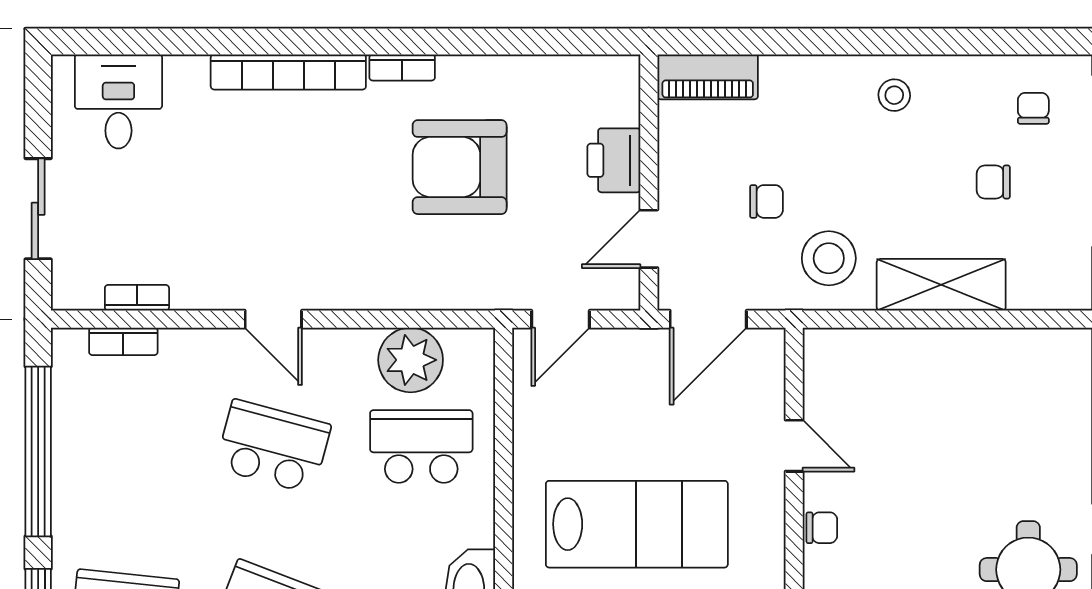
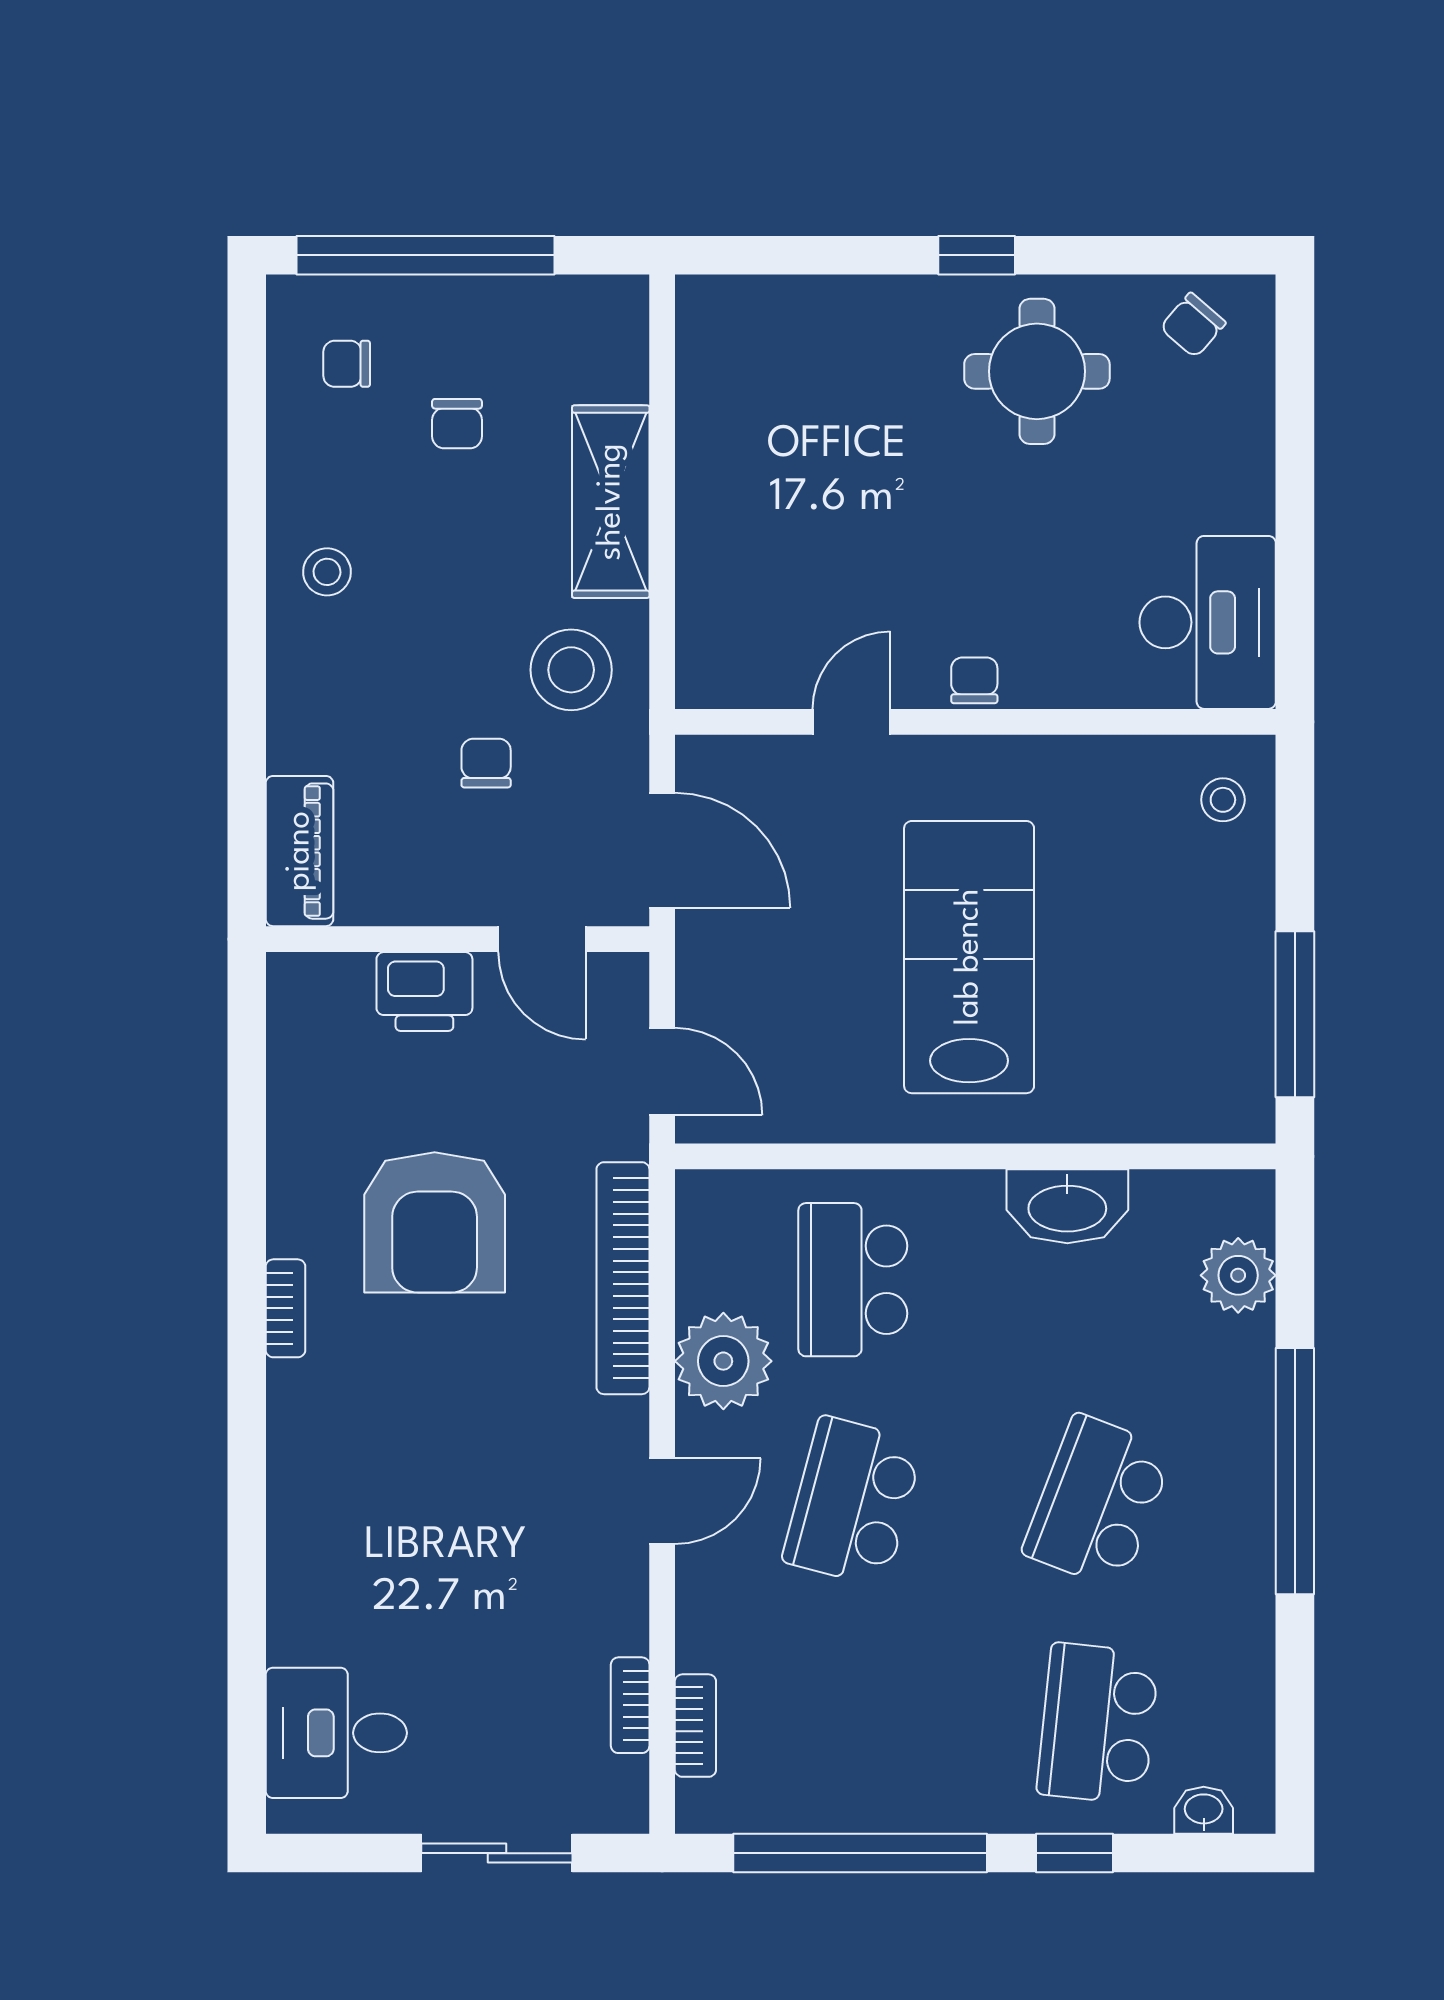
bookcase: (288, 72) -> (623, 1278), moved, turned 180
plant: (411, 360) -> (723, 1361), moved

